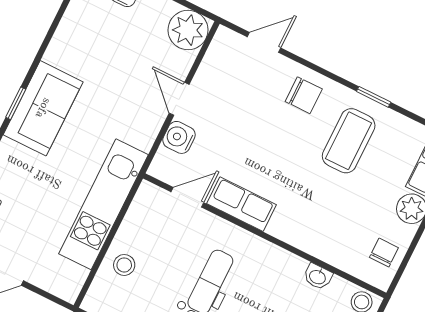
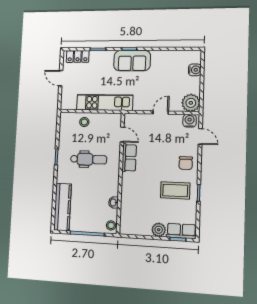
water cooler: (179, 137) -> (190, 121), moved
chair: (384, 252) -> (135, 226), removed

